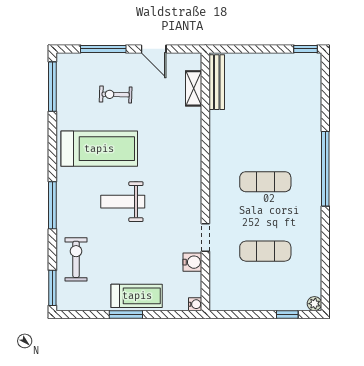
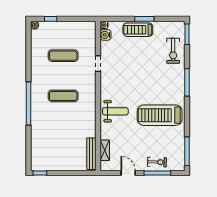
exercise bike: (116, 95) -> (157, 162), moved
weight bench: (123, 202) -> (115, 111), moved
water cooler: (192, 262) -> (106, 35), moved

